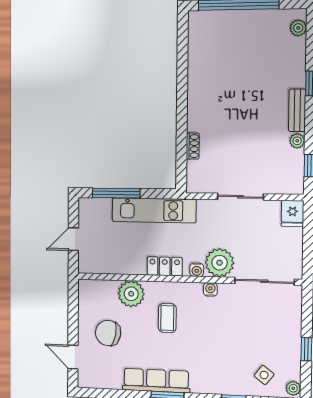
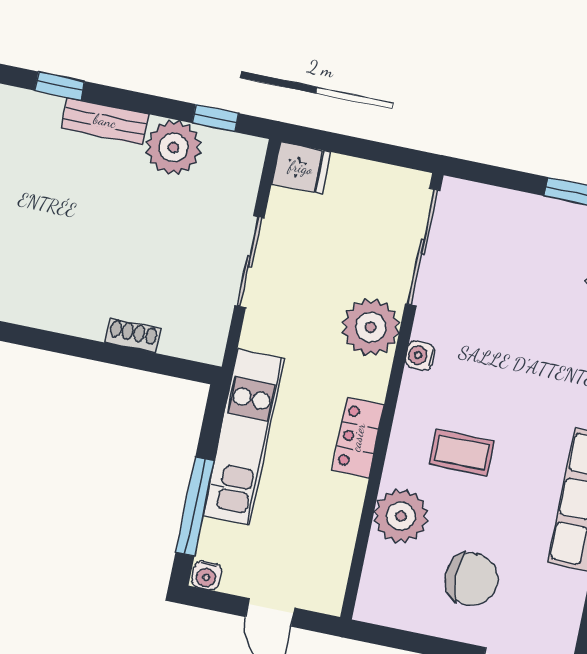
plant: (297, 141) -> (173, 148), width x1.87, depth x1.87
water cooler: (197, 270) -> (206, 575), moved, turned 90
chair: (108, 333) -> (471, 579), turned -100

